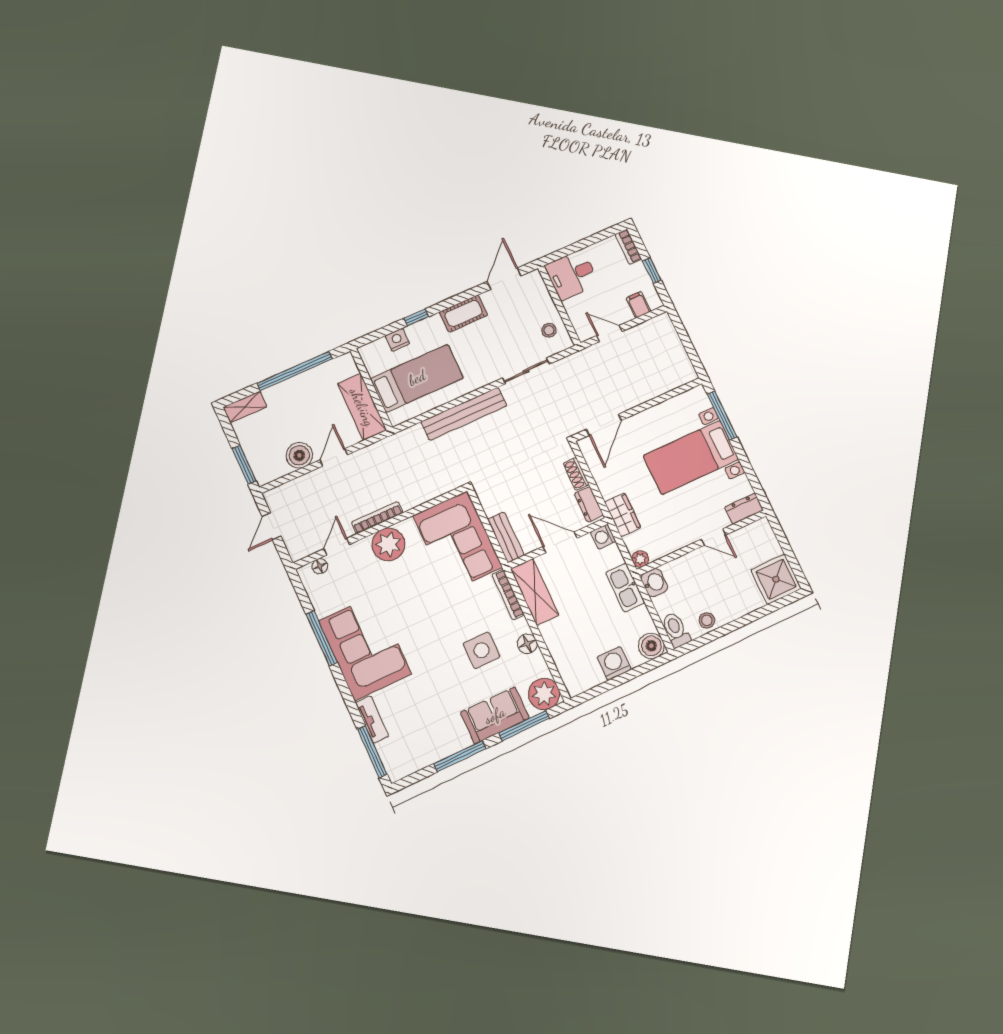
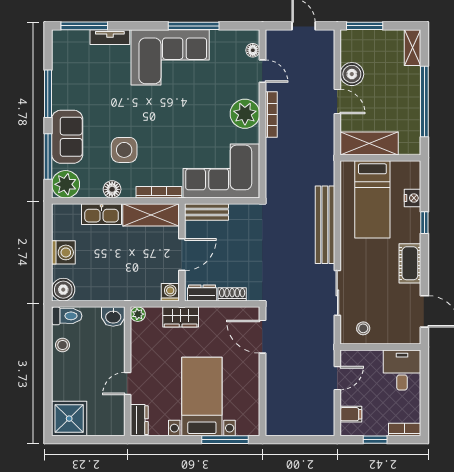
kitchen sink: (625, 588) -> (102, 214), moved, turned 180

